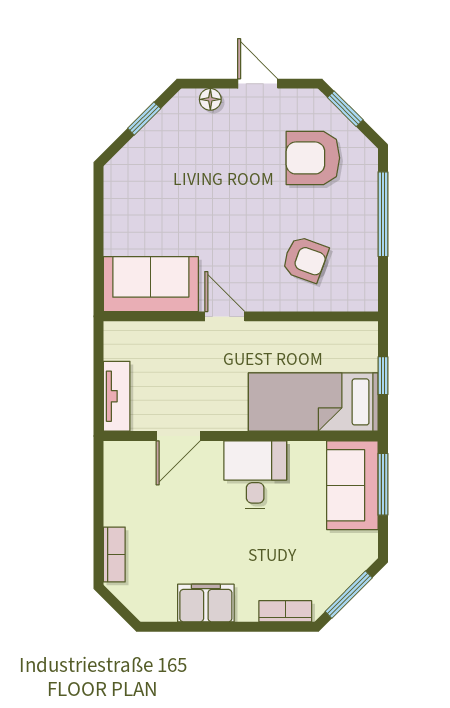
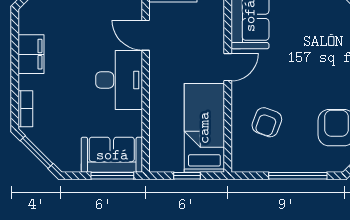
bed: (313, 402) -> (204, 128), moved
desk: (255, 475) -> (119, 80), width x1.37

